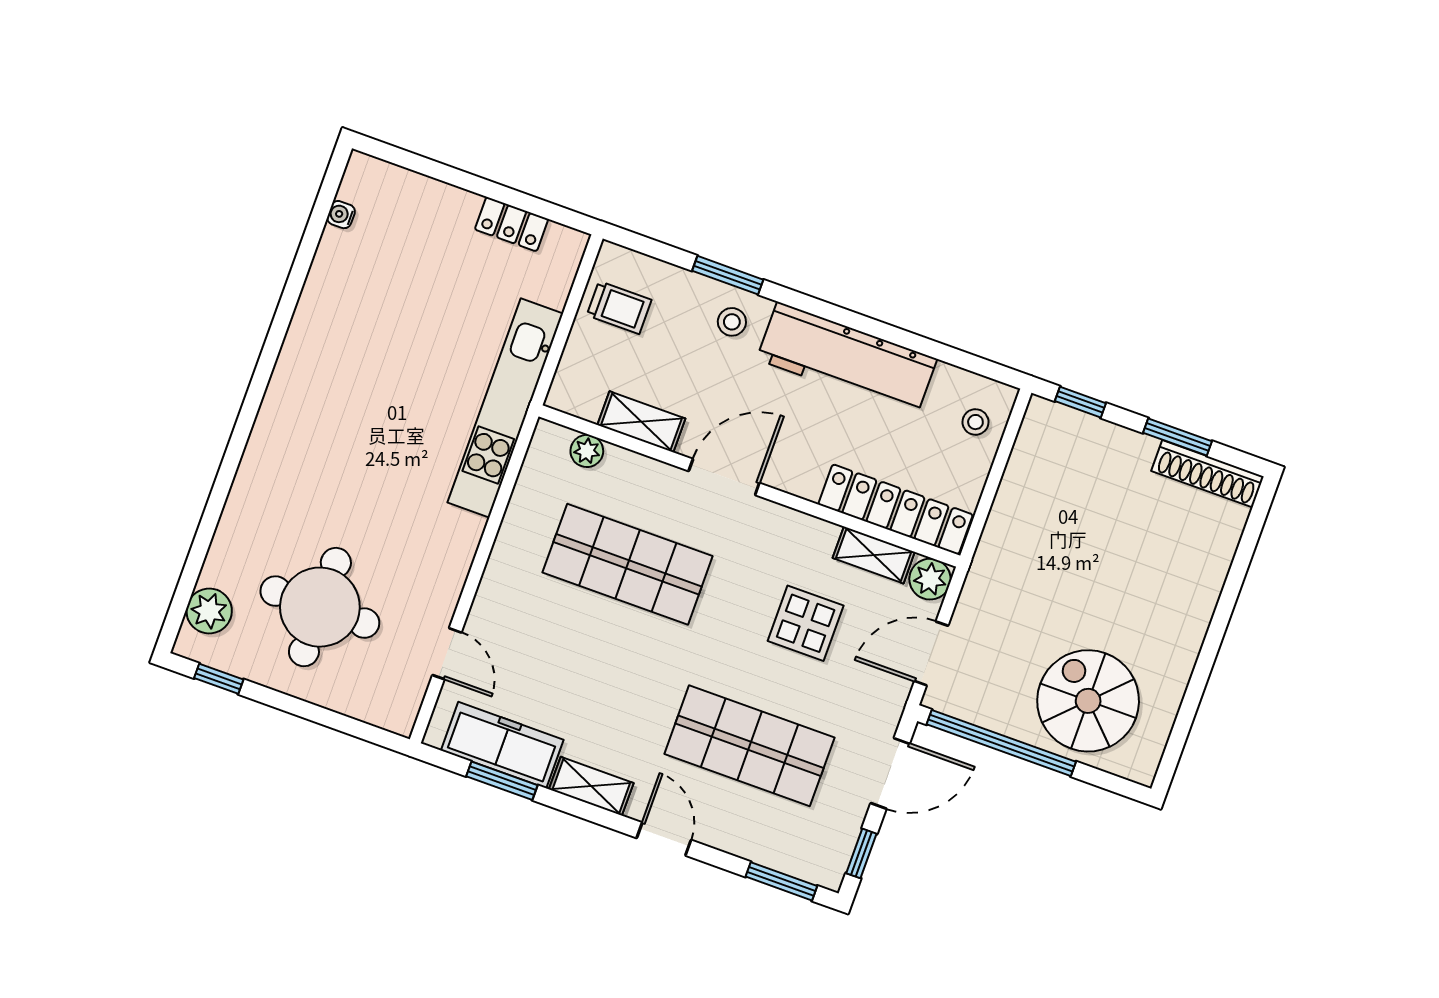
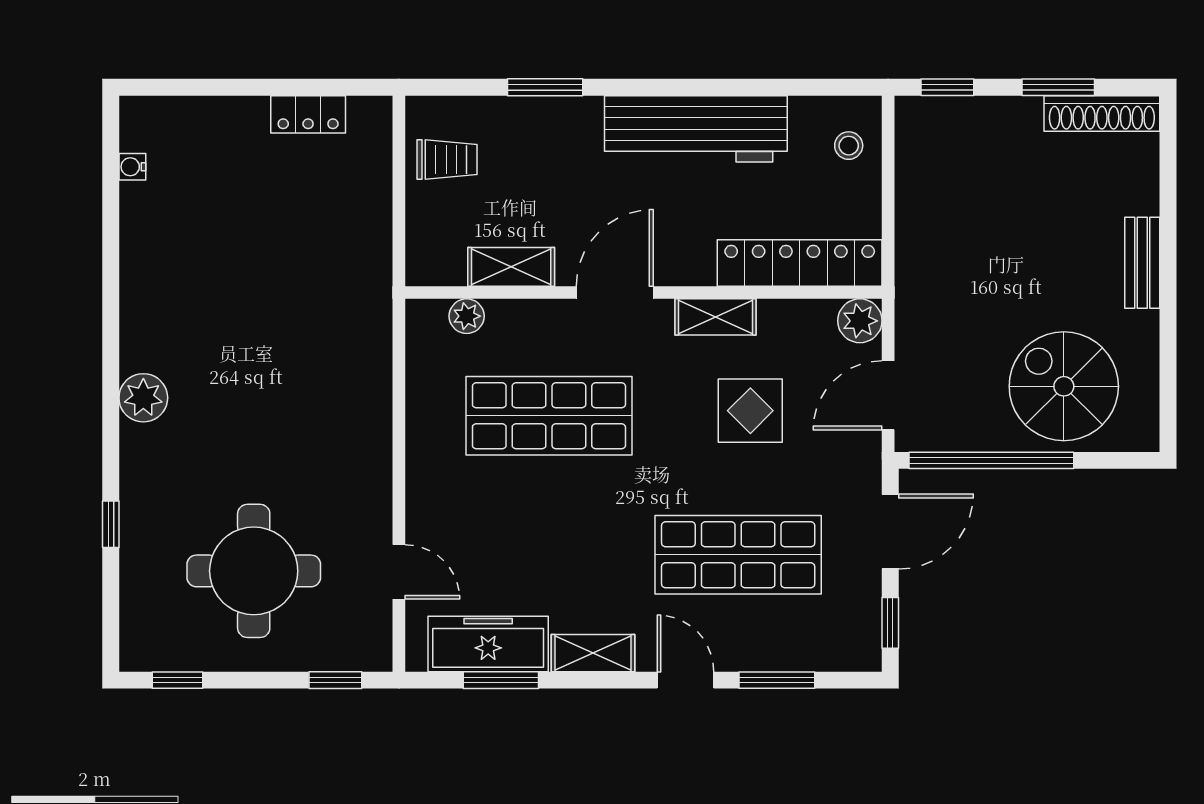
stool: (732, 322) -> (566, 133), removed
kitchen unit: (505, 408) -> (369, 302), removed
window: (209, 521) -> (111, 524), added
shelving: (874, 555) -> (715, 317), moved
plant: (209, 611) -> (143, 398), moved
bench: (1196, 617) -> (1142, 263), added
window: (357, 729) -> (335, 680), added
window: (781, 881) -> (777, 680), moved

